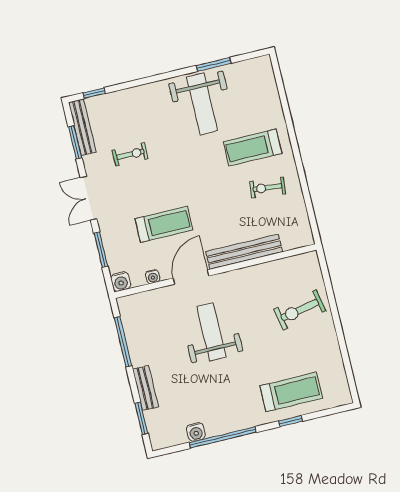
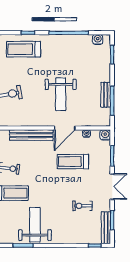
bench: (145, 388) -> (106, 95), moved
water cooler: (196, 432) -> (98, 39), moved

